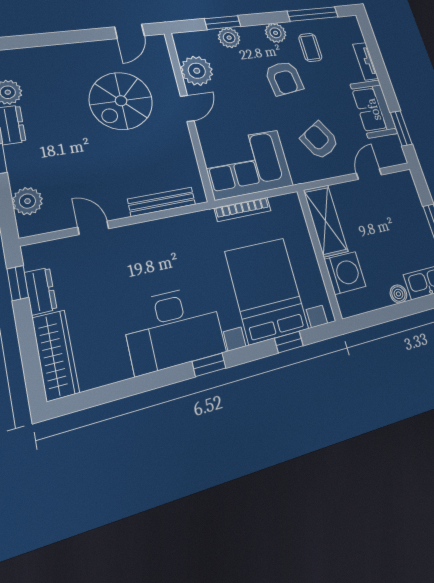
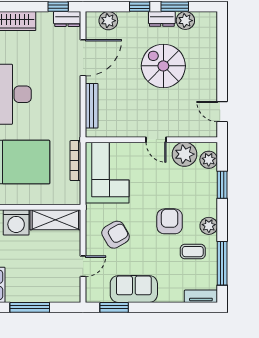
plant: (229, 38) -> (209, 160), moved
tv unit: (365, 61) -> (201, 296), moved
armchair: (284, 78) -> (170, 221), turned 97
spiral stairs: (121, 101) -> (163, 66), moved
door: (369, 174) -> (83, 266), hinge flipped
door: (93, 228) -> (83, 58), width x1.88
dresser: (41, 291) -> (67, 19), moved

